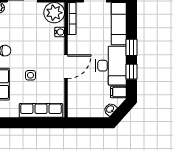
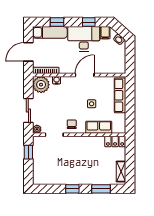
window: (132, 47) -> (57, 22), moved
door: (66, 67) -> (85, 75), hinge flipped

